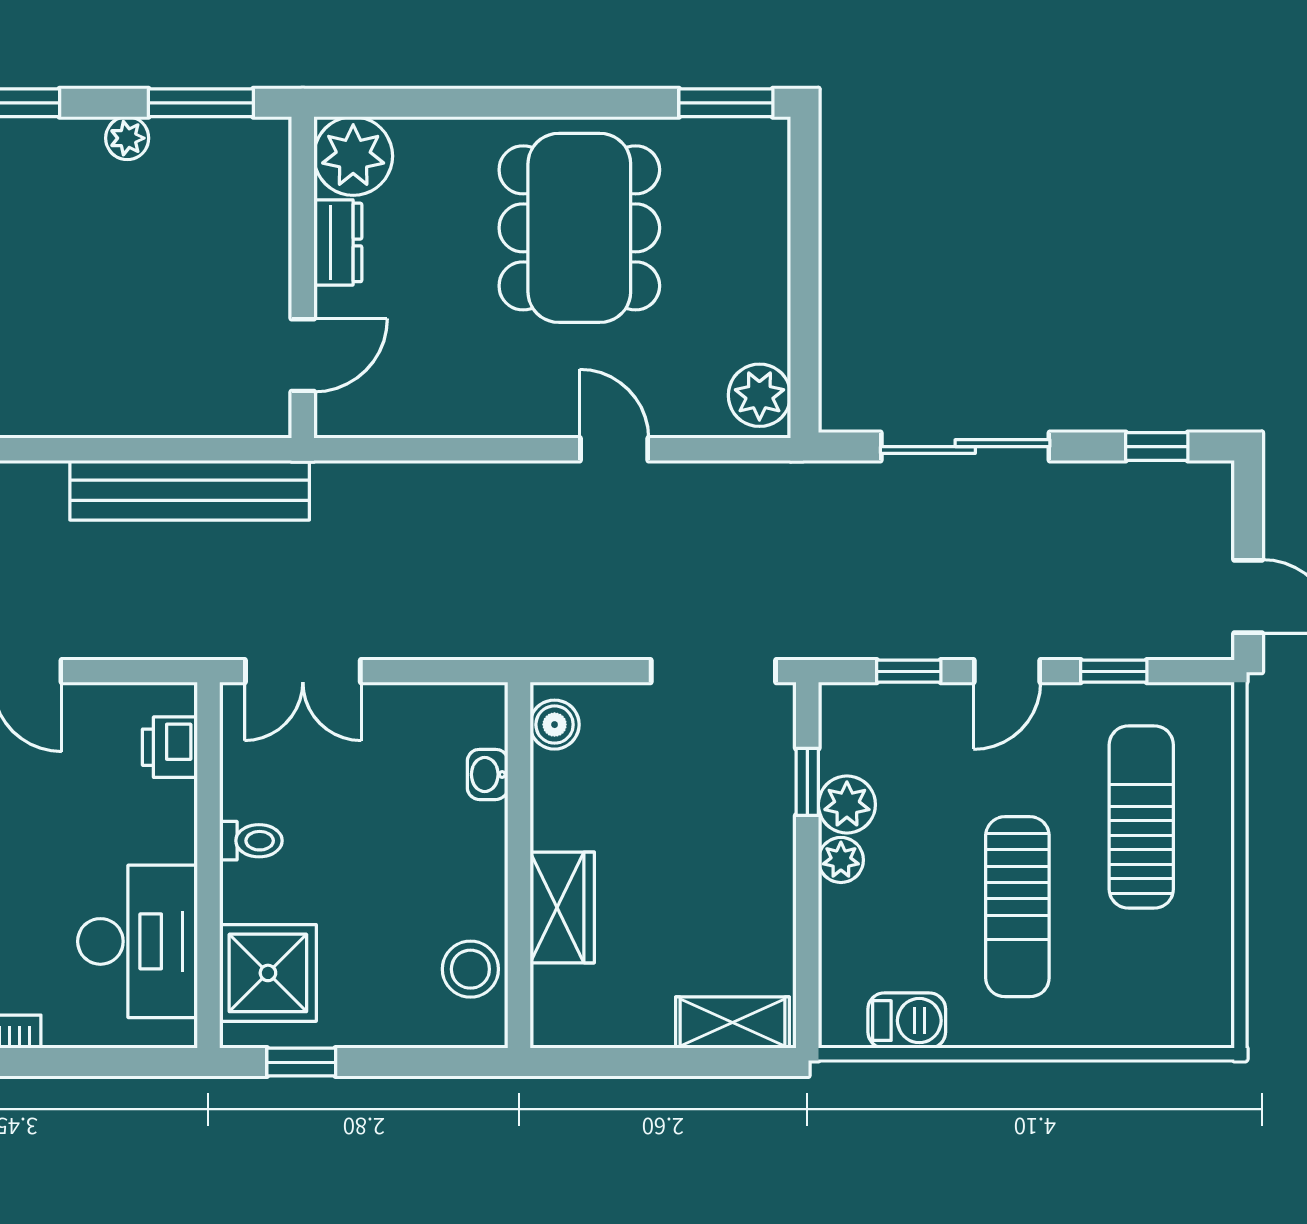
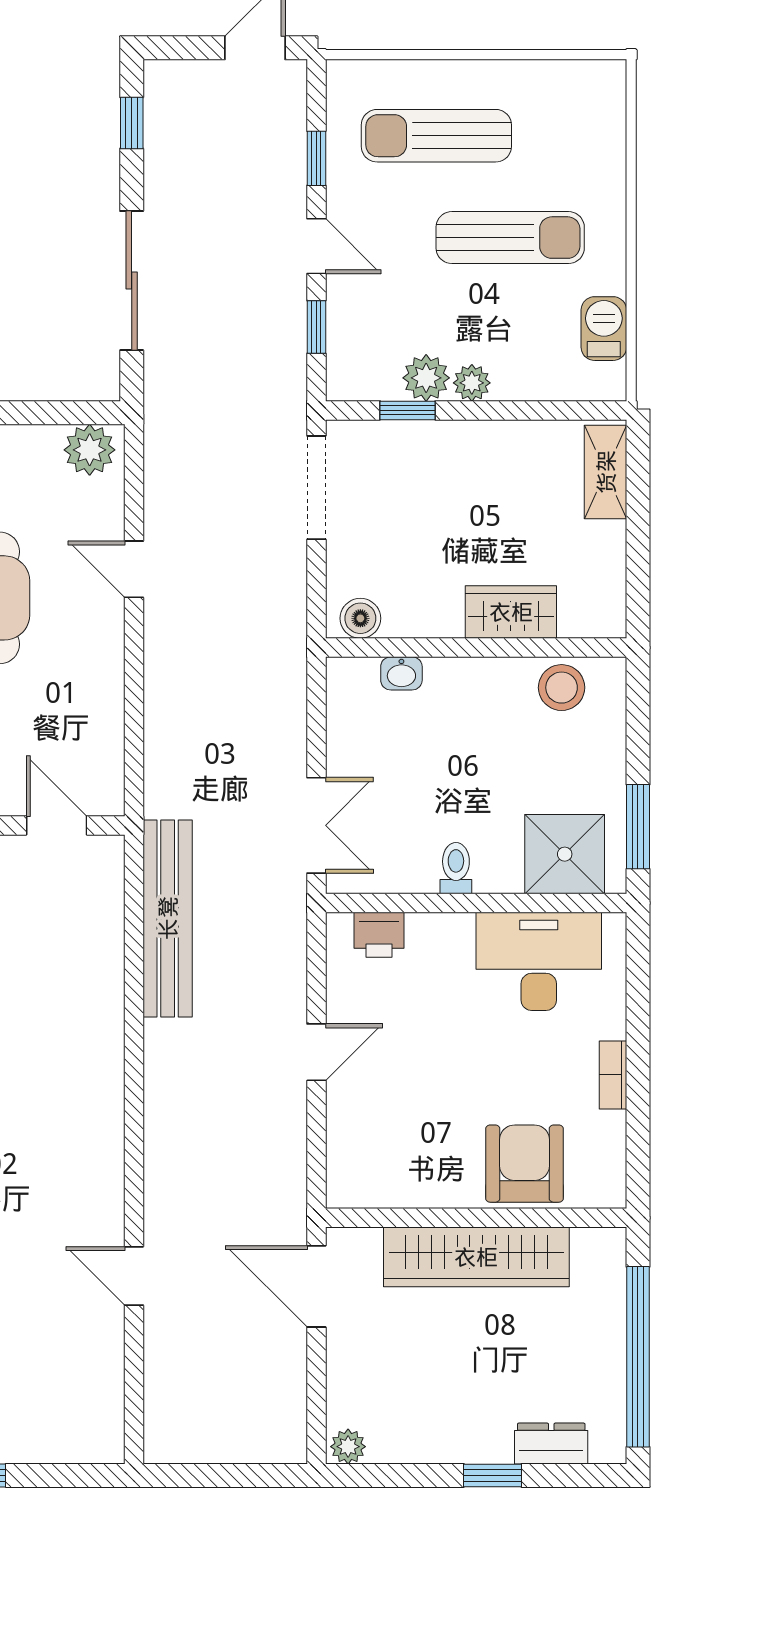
door: (614, 449) -> (134, 569), hinge flipped
window: (301, 1062) -> (638, 827), width x1.50

